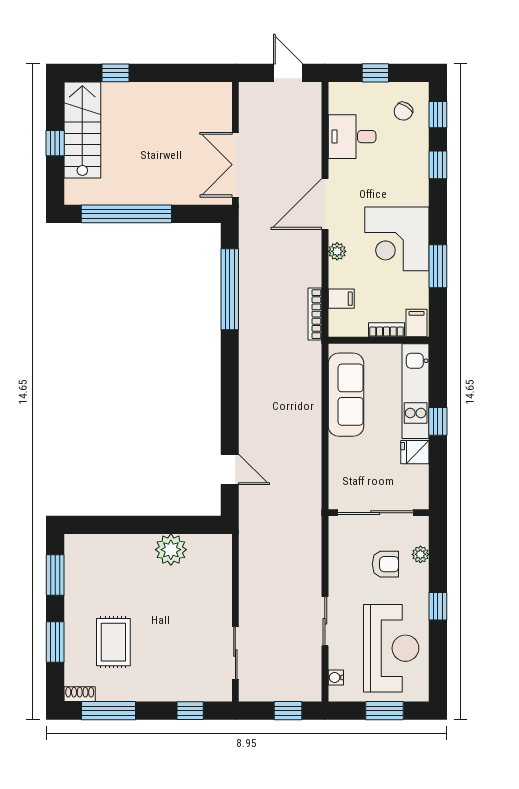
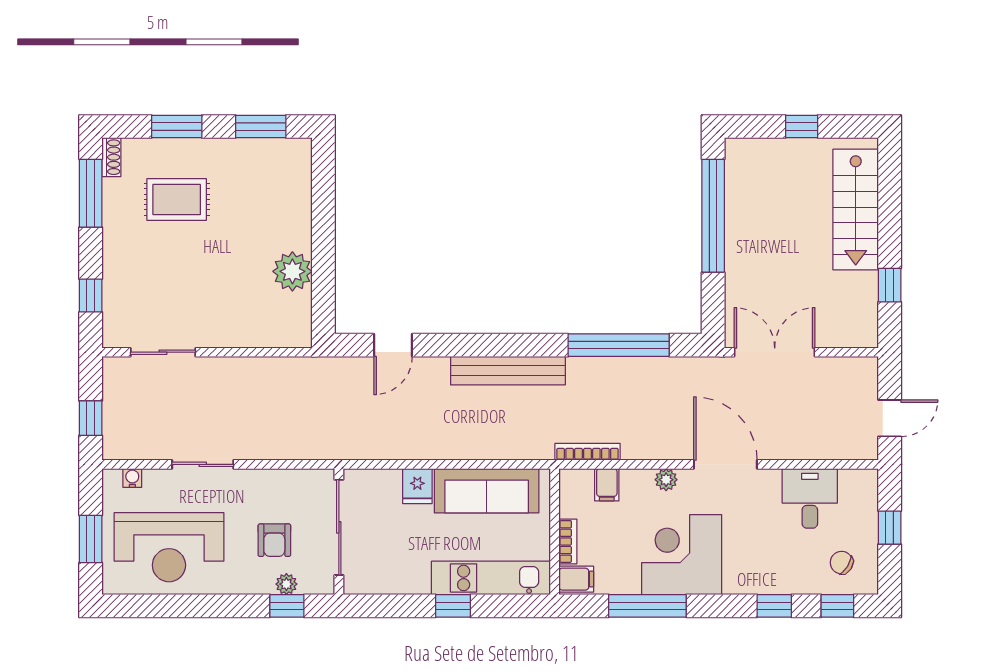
window: (116, 73) -> (890, 285), moved
stairs: (82, 130) -> (856, 210), moved, turned 90
window: (438, 266) -> (647, 606), width x1.44
bench: (250, 378) -> (508, 371), added
fridge: (415, 452) -> (417, 486), moved, turned 180
window: (438, 606) -> (287, 606), moved

